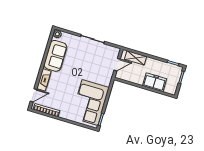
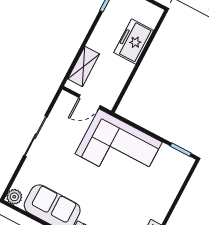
door: (117, 65) -> (90, 102), swing flipped
corner sofa: (90, 102) -> (119, 148), moved

